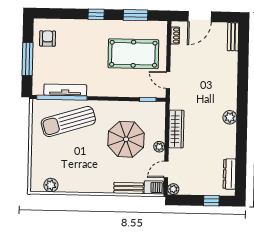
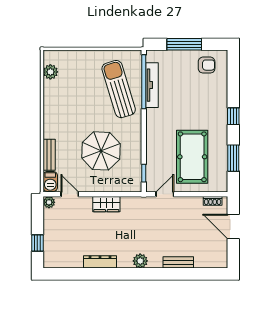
bench: (233, 37) -> (178, 262), moved
plant: (230, 117) -> (140, 261), moved
wardrobe: (176, 129) -> (106, 204), width x0.67
plant: (159, 147) -> (94, 186), removed
dresser: (230, 174) -> (100, 262), moved

